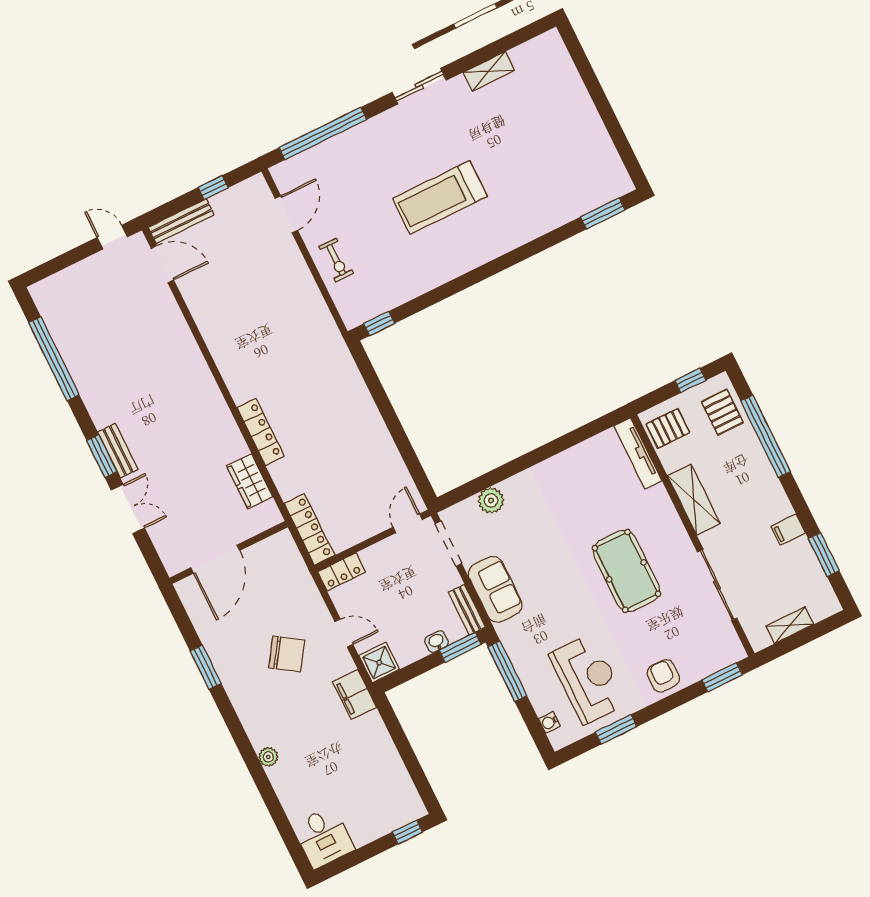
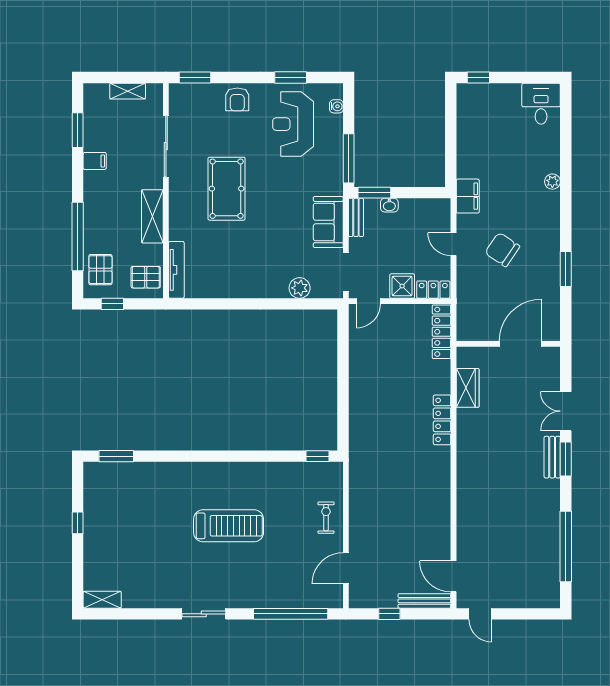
shelving: (489, 71) -> (102, 600), moved
window: (609, 118) -> (78, 523), added
shower: (379, 662) -> (402, 286), moved

